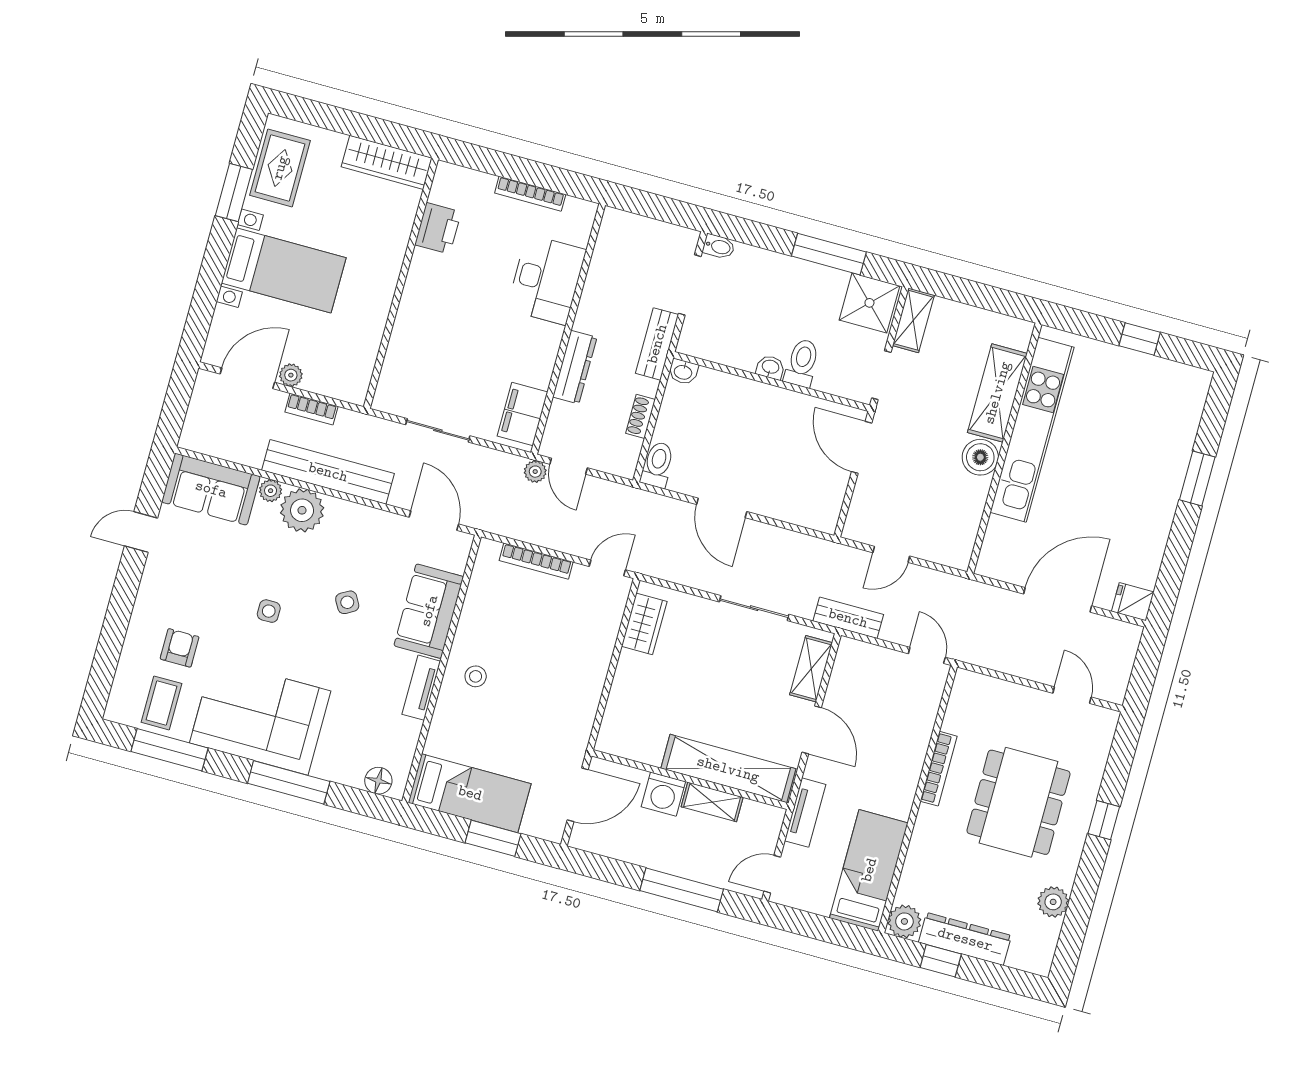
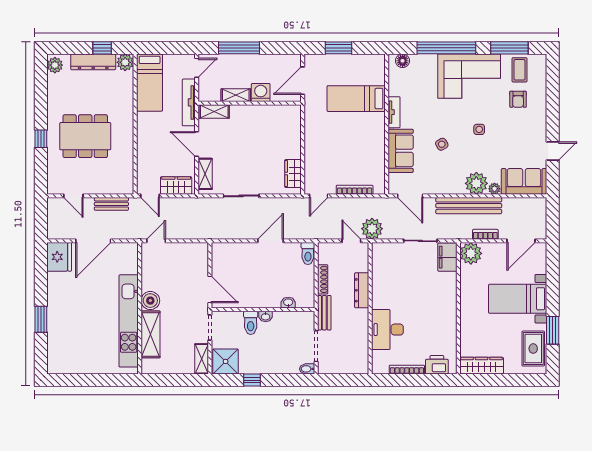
printer: (438, 228) -> (437, 365), moved, turned 90
window: (829, 254) -> (252, 380), width x0.46
window: (1140, 339) -> (88, 380), removed
washbasin: (683, 372) -> (288, 303), moved
plant: (291, 375) -> (471, 253), moved, width x1.88, depth x1.88
filing cabinet: (522, 414) -> (447, 257), moved, turned 180
shoe rack: (641, 416) -> (323, 279), width x1.43
plant: (535, 472) -> (372, 229), width x1.88, depth x1.88
door: (722, 508) -> (271, 241), hinge flipped
door: (891, 554) -> (156, 241), moved
fridge: (1133, 602) -> (59, 257), width x1.88, depth x1.34
bench: (848, 618) -> (111, 204), moved
wardrobe: (872, 662) -> (176, 186), added
stool: (476, 676) -> (369, 125), removed
shelving: (728, 769) -> (214, 112), width x0.45, depth x0.75
bookcase: (939, 769) -> (129, 142), removed
window: (289, 782) -> (446, 48), width x1.46
bed: (470, 793) -> (356, 99), moved
dining table: (1018, 802) -> (85, 136), turned 90
tv unit: (805, 813) -> (189, 102), width x1.41
plant: (1053, 902) -> (55, 65), moved

